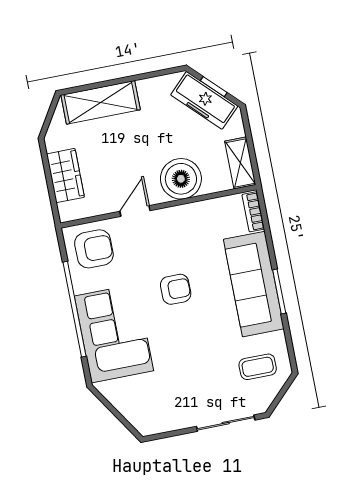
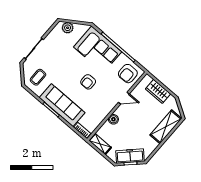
boiler: (181, 179) -> (113, 119), width x0.54, depth x0.54
door: (135, 211) -> (124, 98), hinge flipped
plant: (137, 413) -> (68, 28), added

